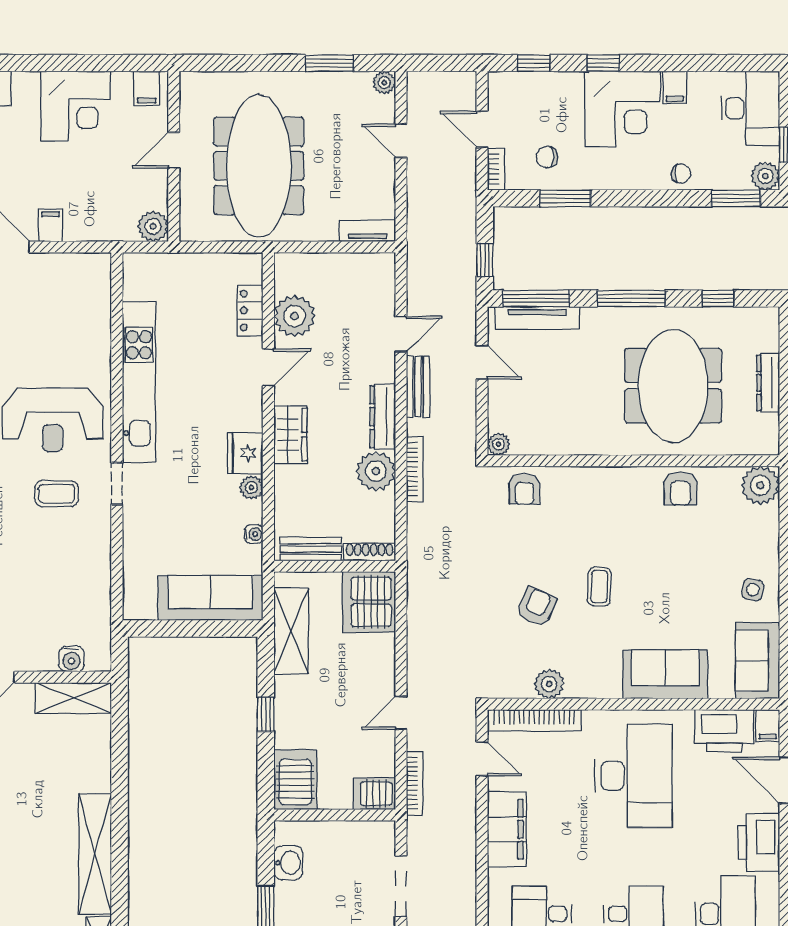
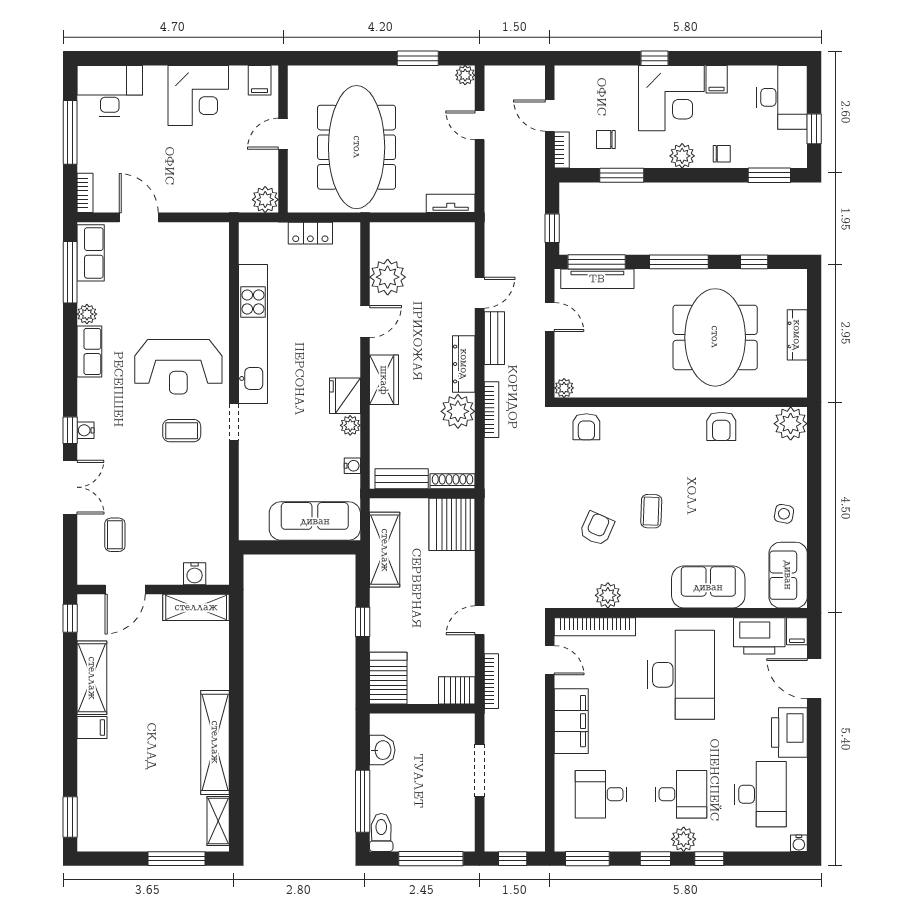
window: (534, 63) -> (595, 58), removed
plant: (765, 176) -> (682, 156), moved
filing cabinet: (51, 226) -> (177, 199), removed
locker: (250, 311) -> (310, 233), moved, turned -90

